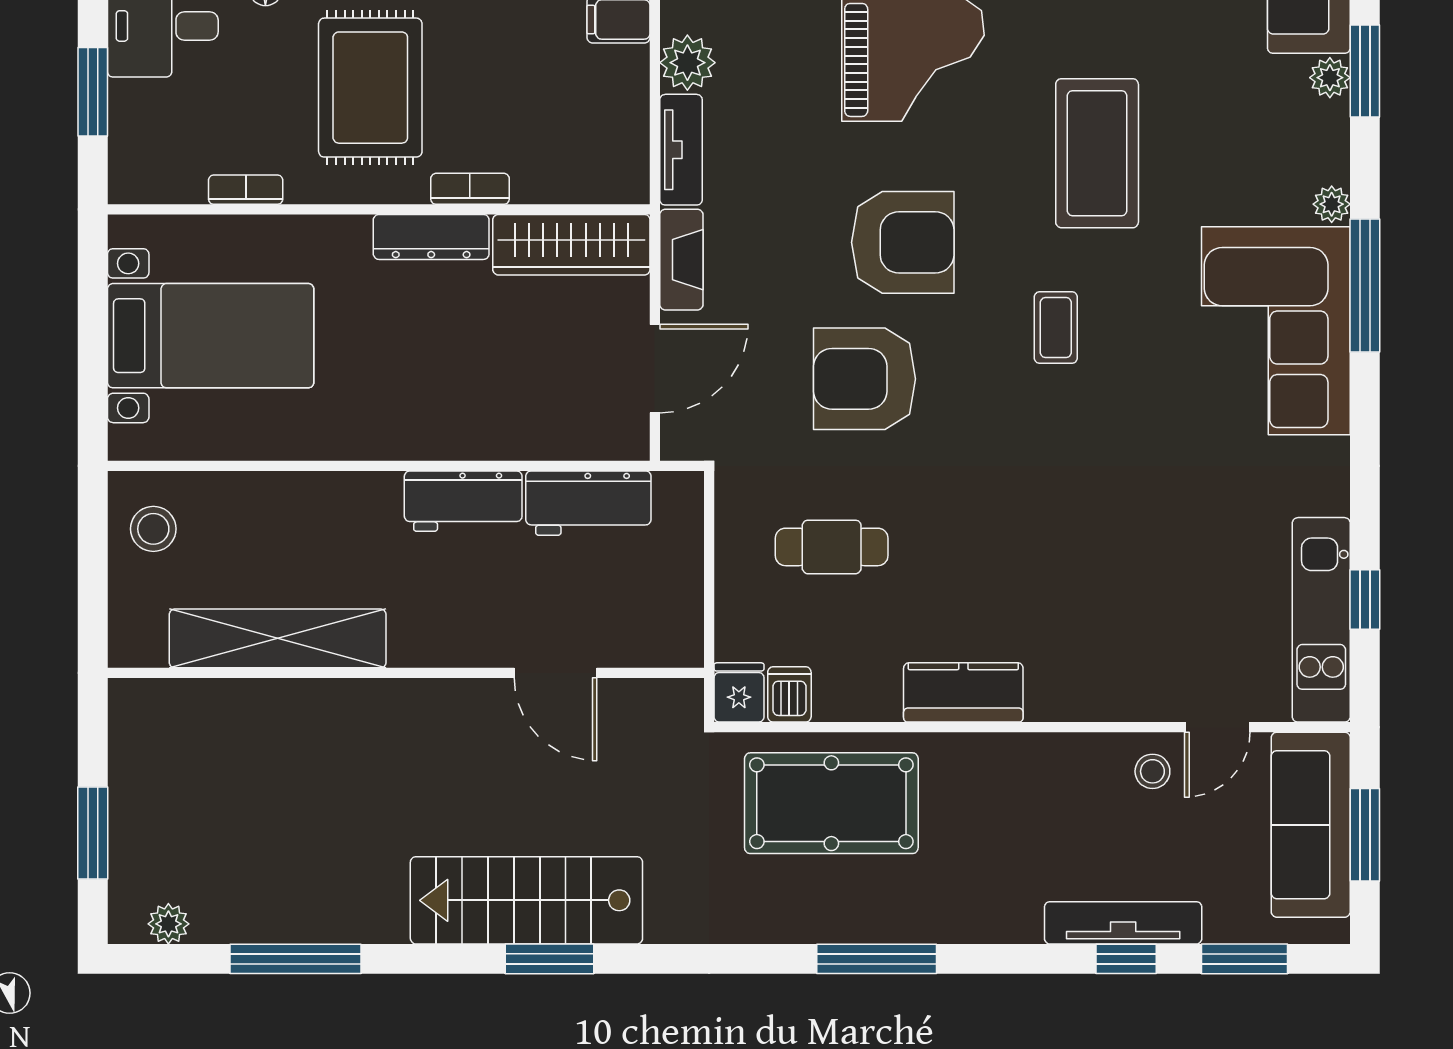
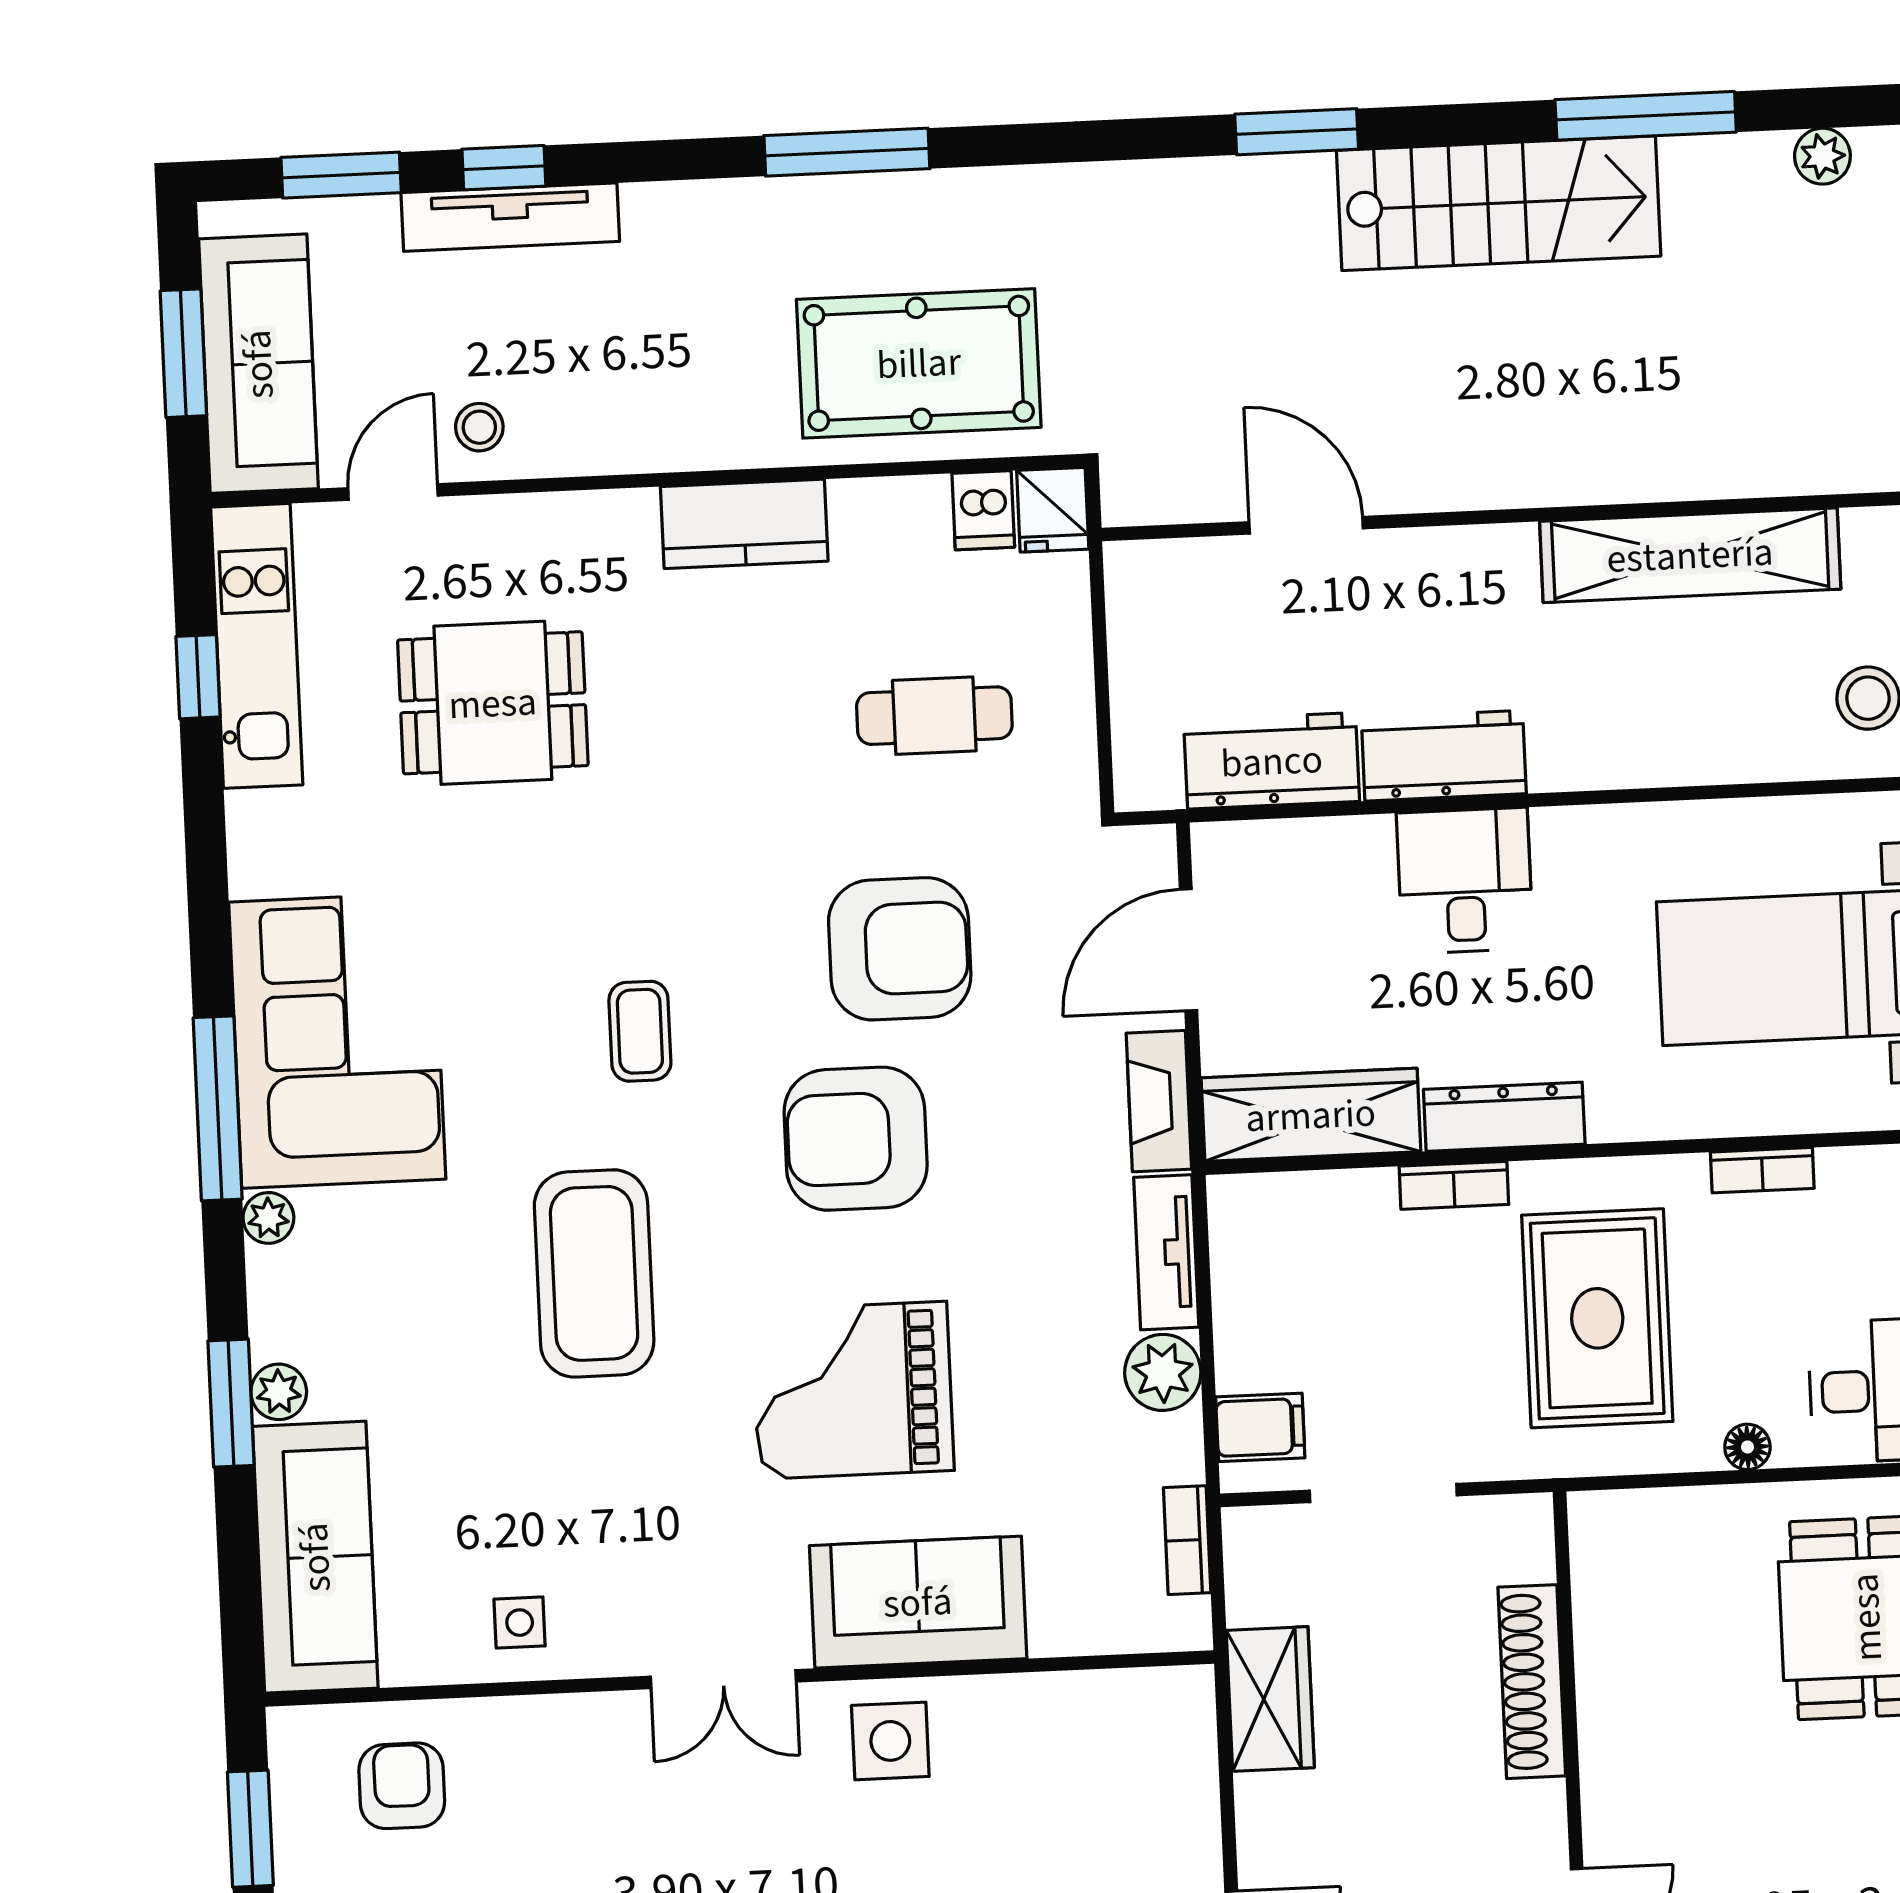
desk: (452, 410) -> (1465, 881), added
dining table: (1152, 571) -> (493, 703), added
stairs: (526, 900) -> (1499, 203), moved

